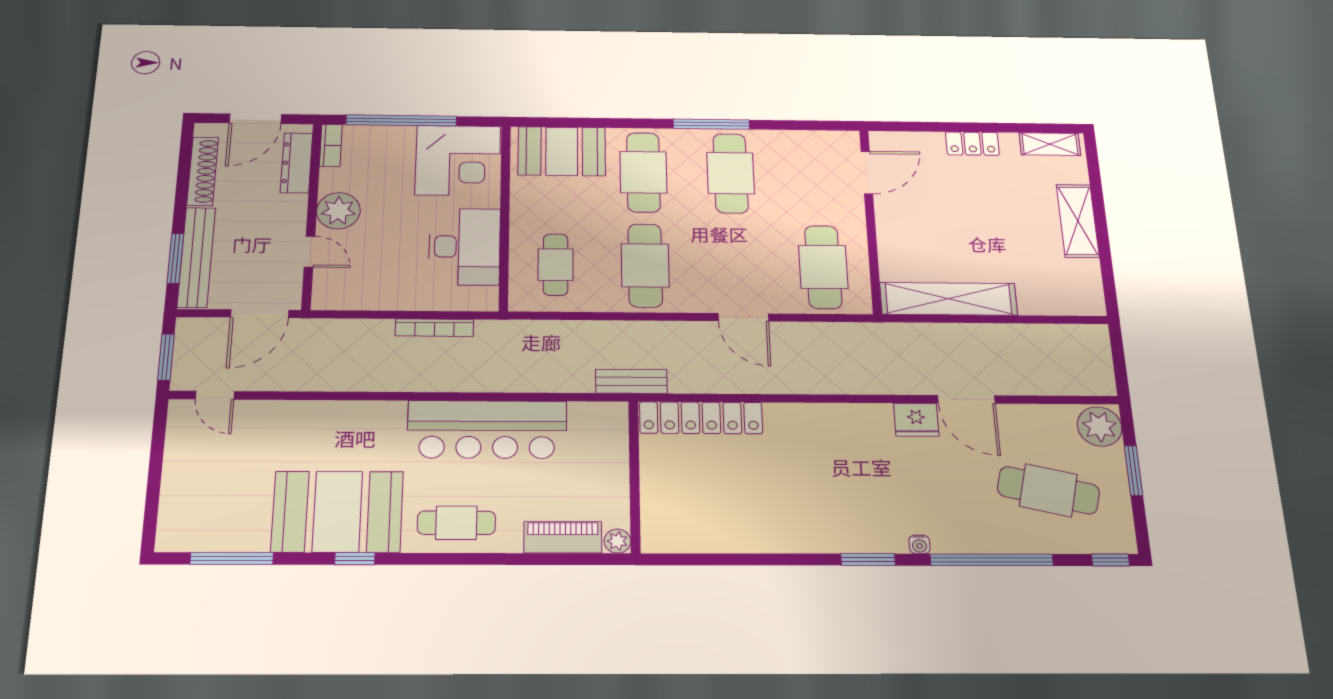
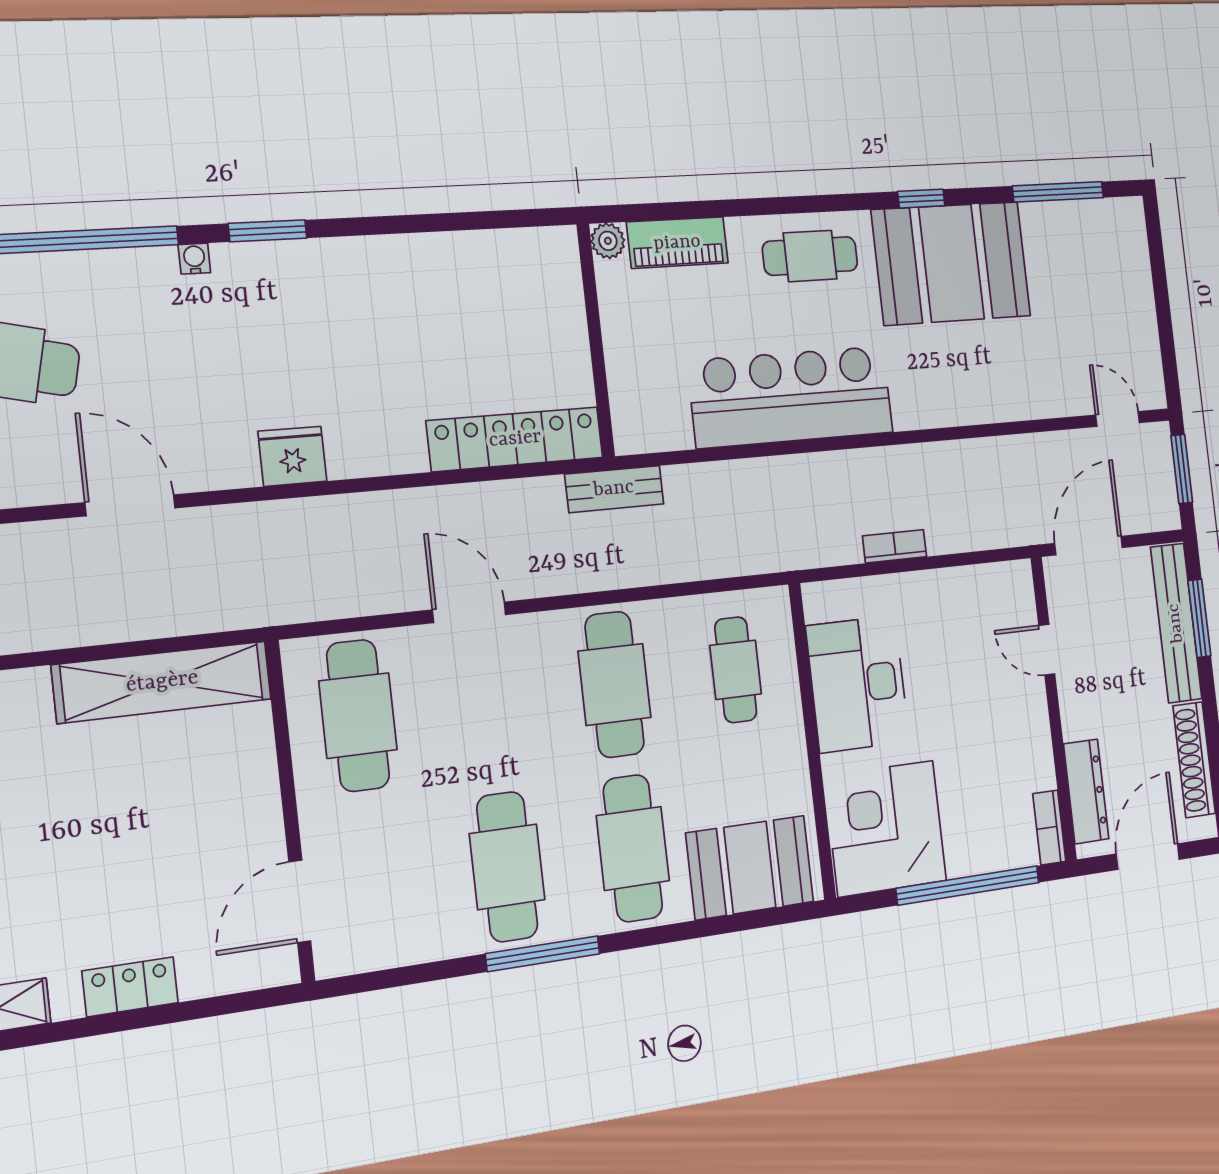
plant: (338, 211) -> (1023, 720), removed
bookcase: (434, 328) -> (895, 546), width x0.64
fridge: (916, 420) -> (292, 456), moved

